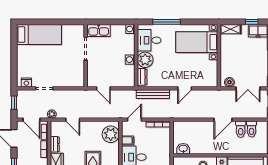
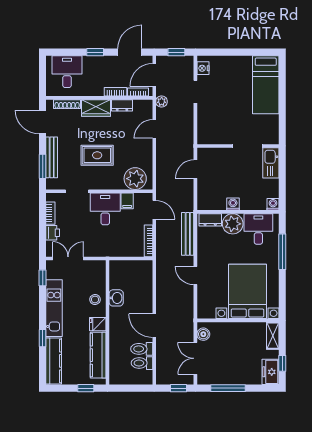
bed with nightstands: (197, 42) -> (247, 291), width x1.36
washbasin: (183, 149) -> (116, 298), moved

